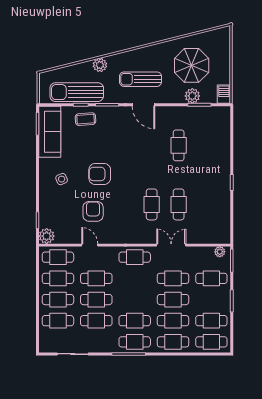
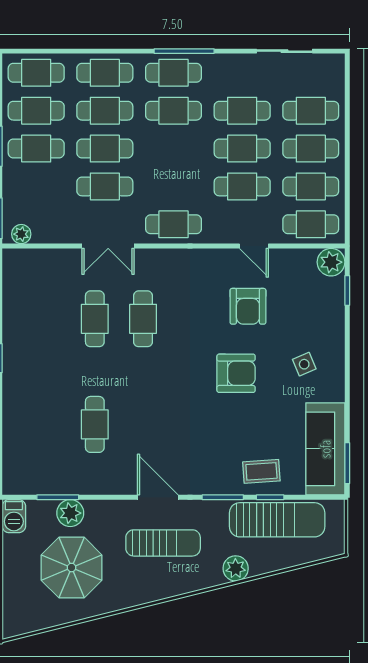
cafe table: (211, 278) -> (36, 149), moved

